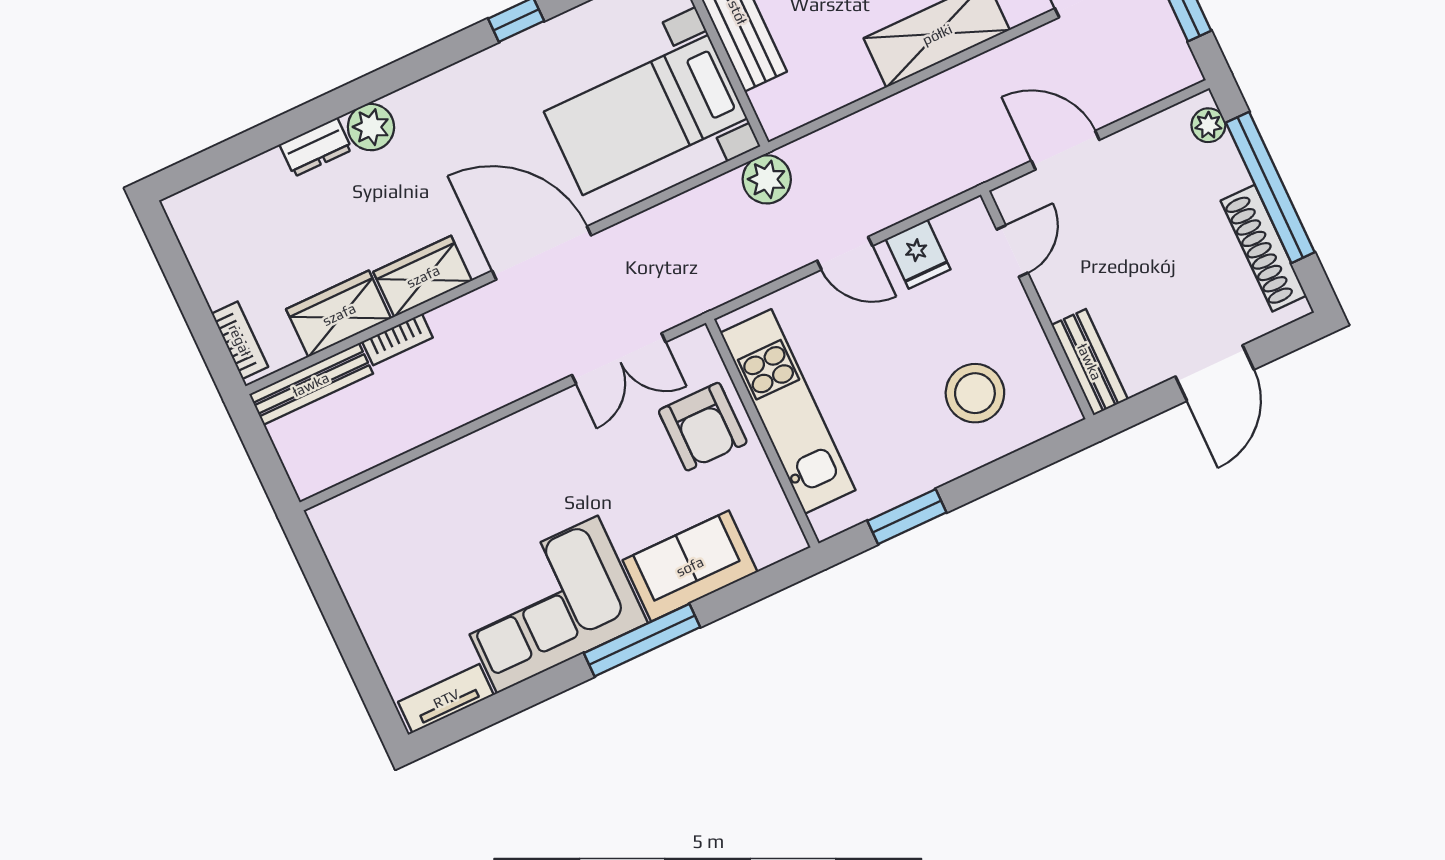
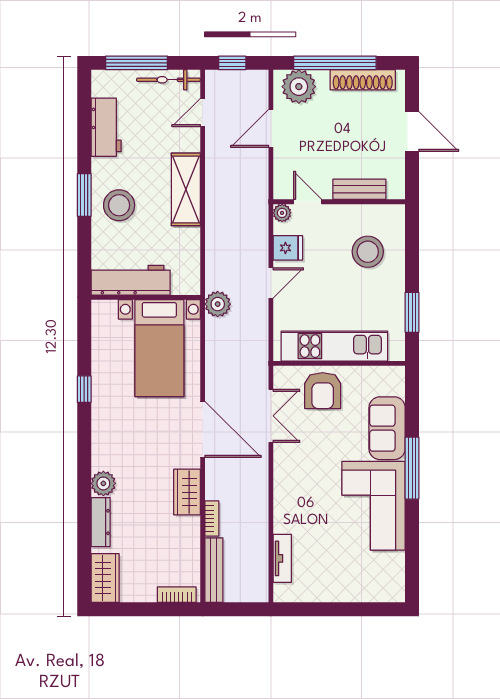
plant: (1208, 125) -> (299, 87), width x1.88, depth x1.88
dresser: (316, 147) -> (101, 522), width x1.44
door: (1065, 150) -> (271, 128), moved
plant: (973, 217) -> (282, 213), added
door: (542, 253) -> (203, 429), swing flipped
wardrobe: (339, 314) -> (105, 578), moved, turned 180
bench: (1090, 362) -> (359, 189), moved
armchair: (703, 427) -> (323, 391), turned 90
tv unit: (446, 698) -> (282, 558), moved, turned 180

